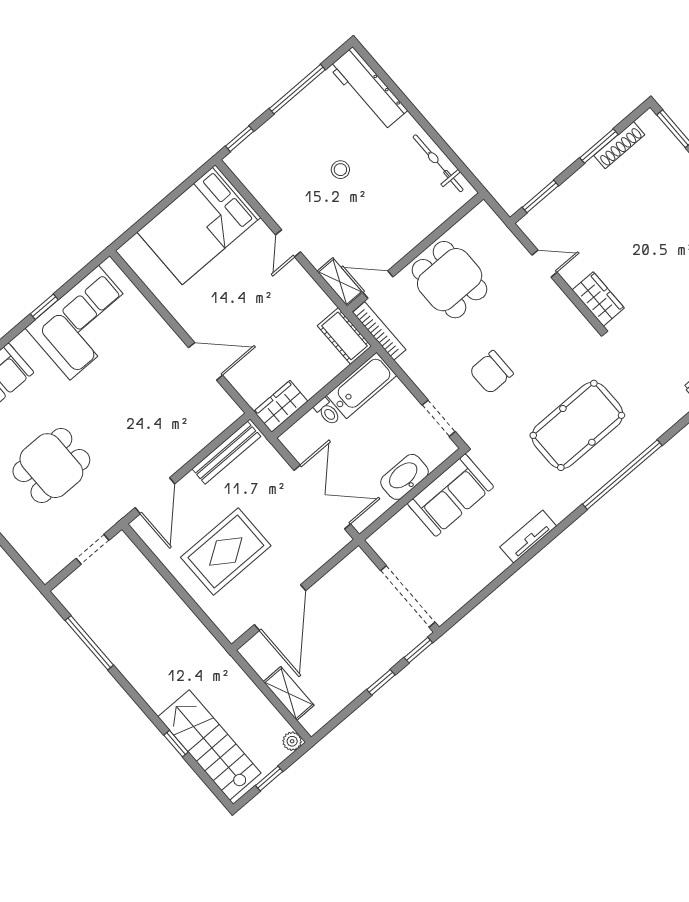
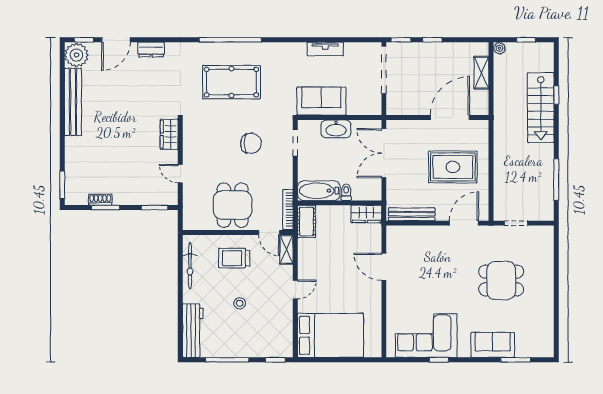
shoe rack: (619, 145) -> (100, 200), width x0.70
trolley: (393, 218) -> (234, 258), added
tv unit: (528, 537) -> (325, 49), moved
stairs: (209, 745) -> (541, 108), moved

